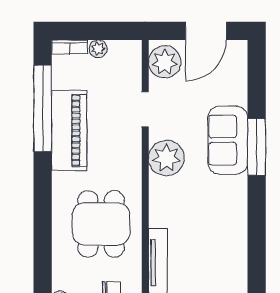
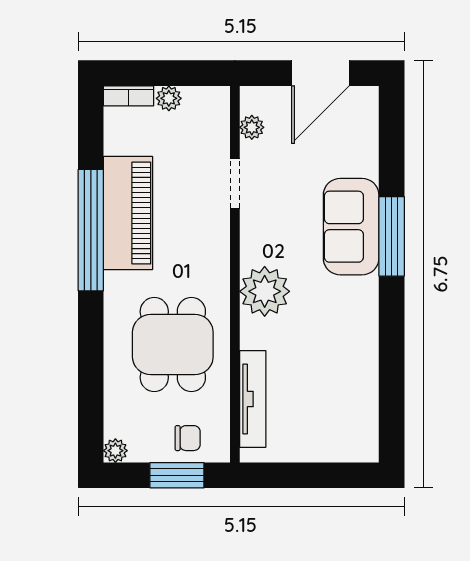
plant: (165, 62) -> (252, 127), width x0.53, depth x0.53
window: (43, 108) -> (91, 230), moved
plant: (166, 158) -> (265, 291), moved

